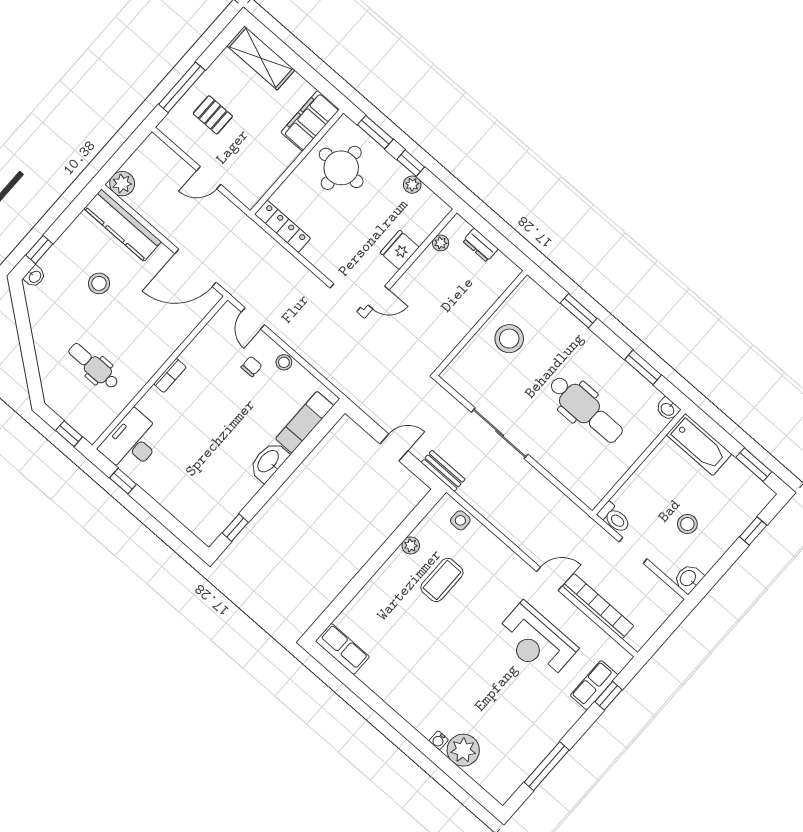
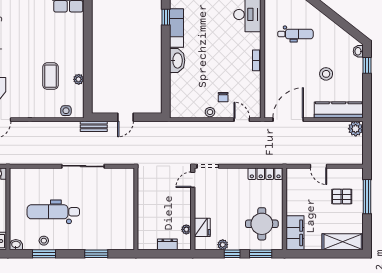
door: (209, 178) -> (319, 166), swing flipped
fridge: (400, 250) -> (202, 227), moved
stool: (509, 339) -> (44, 241), moved, width x0.53, depth x0.53
exam couch: (305, 422) -> (176, 28), moved

